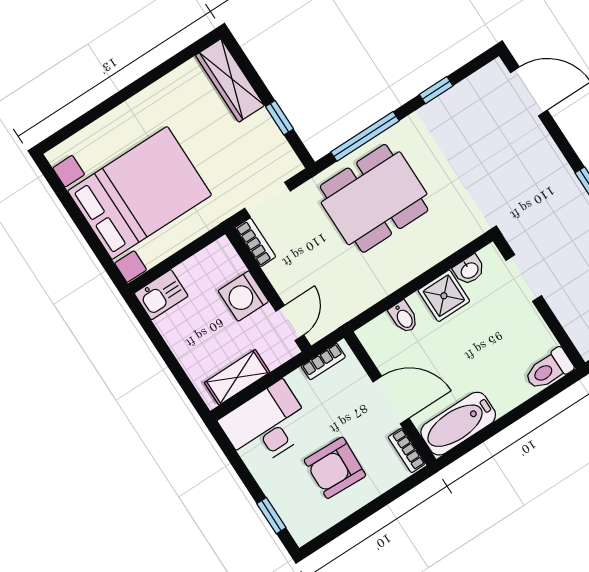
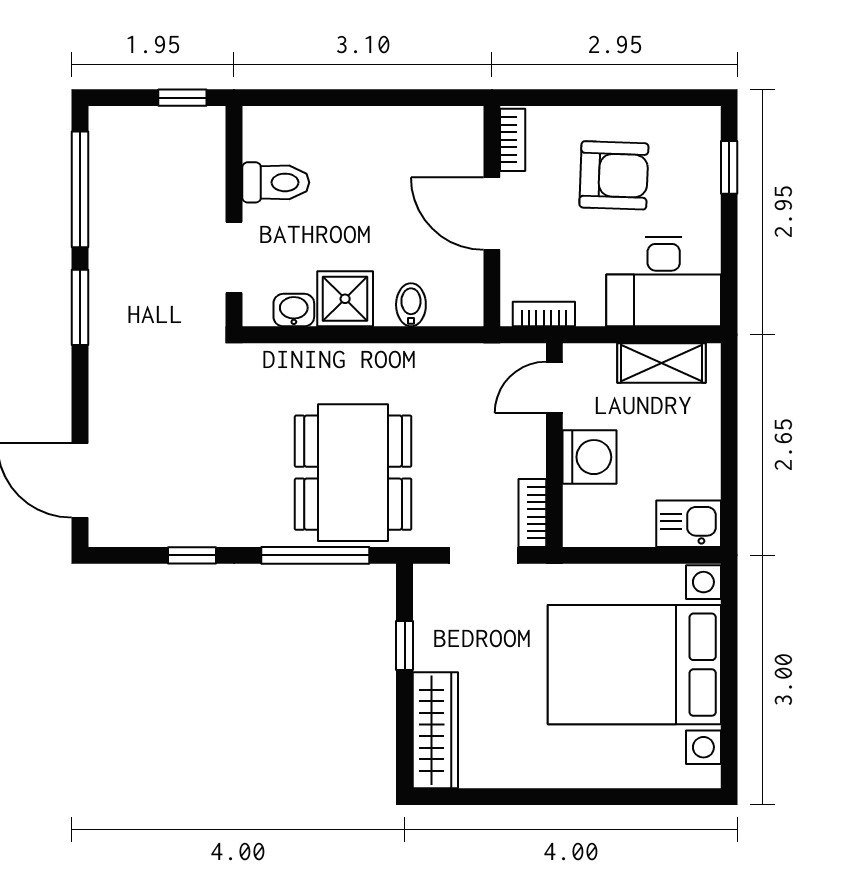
dining table: (374, 198) -> (353, 473), turned 90
toilet: (549, 369) -> (276, 182), moved
bathtub: (458, 424) -> (429, 132), removed

